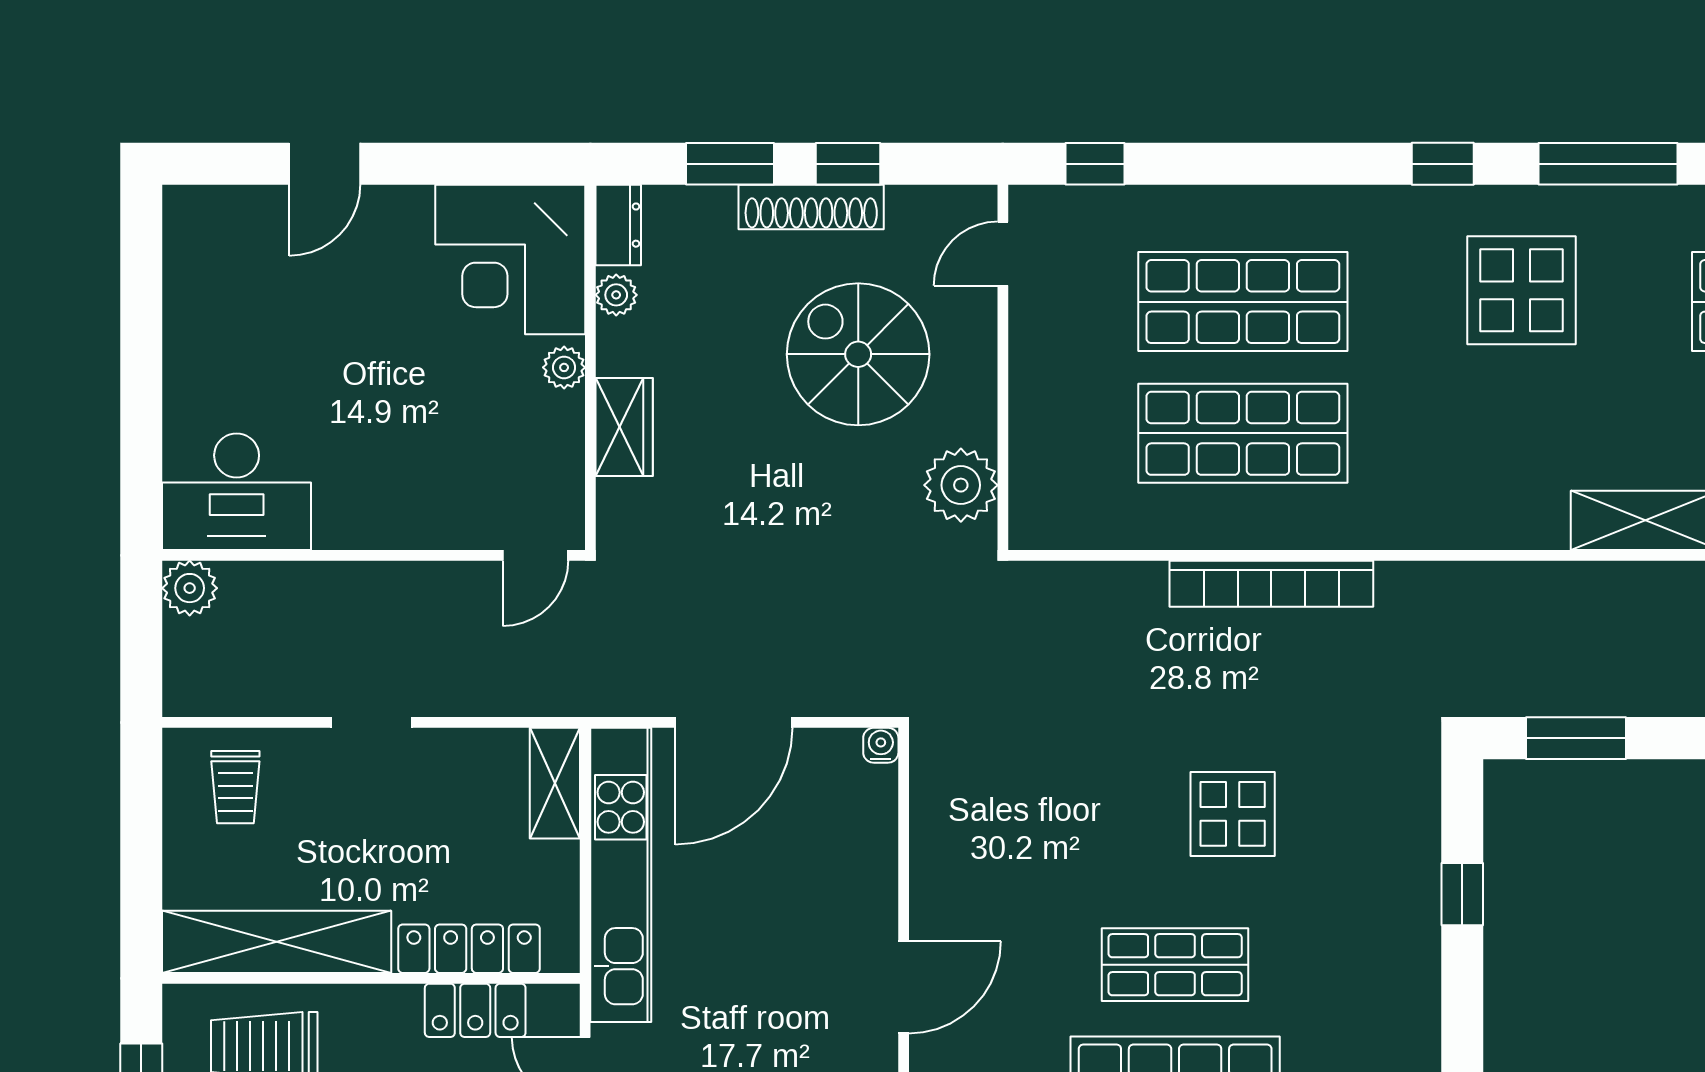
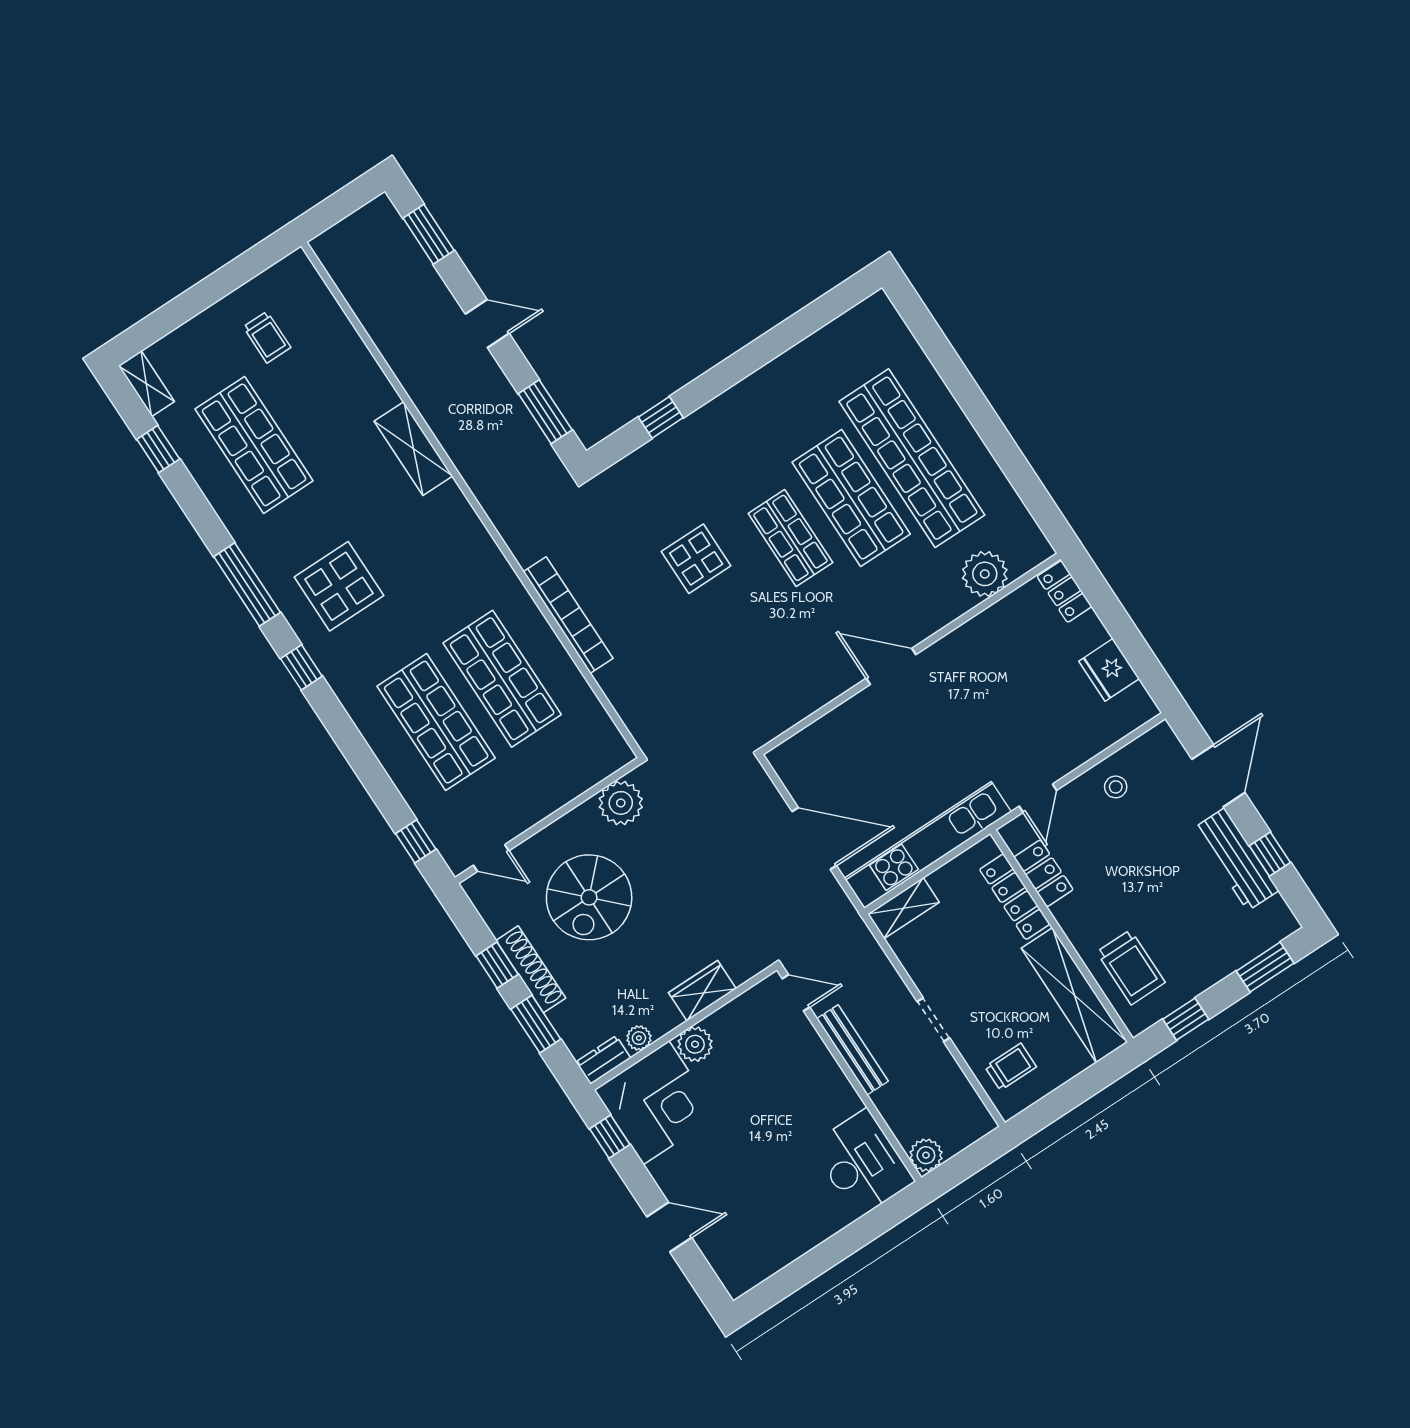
window: (505, 164) -> (610, 1137), added
plant: (564, 367) -> (695, 1044), width x1.38, depth x1.38
bench: (404, 582) -> (852, 1050), added
water cooler: (881, 745) -> (777, 757), removed

